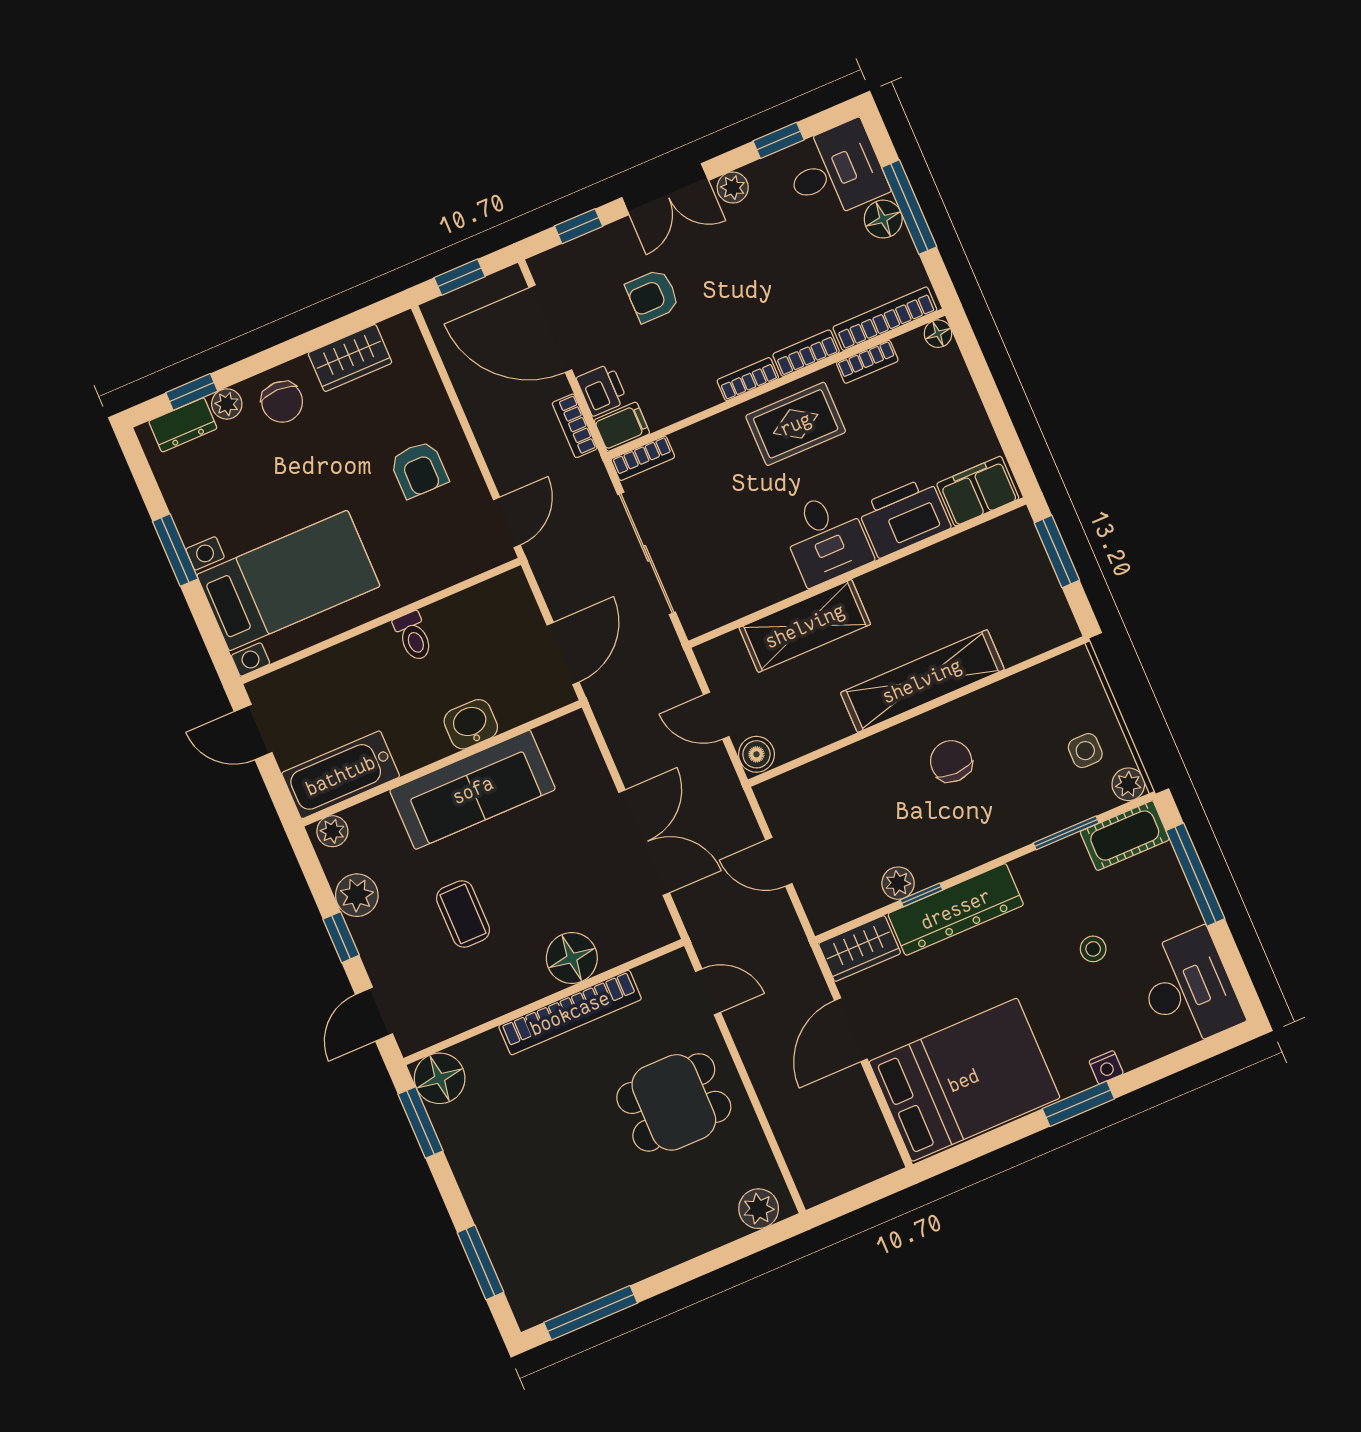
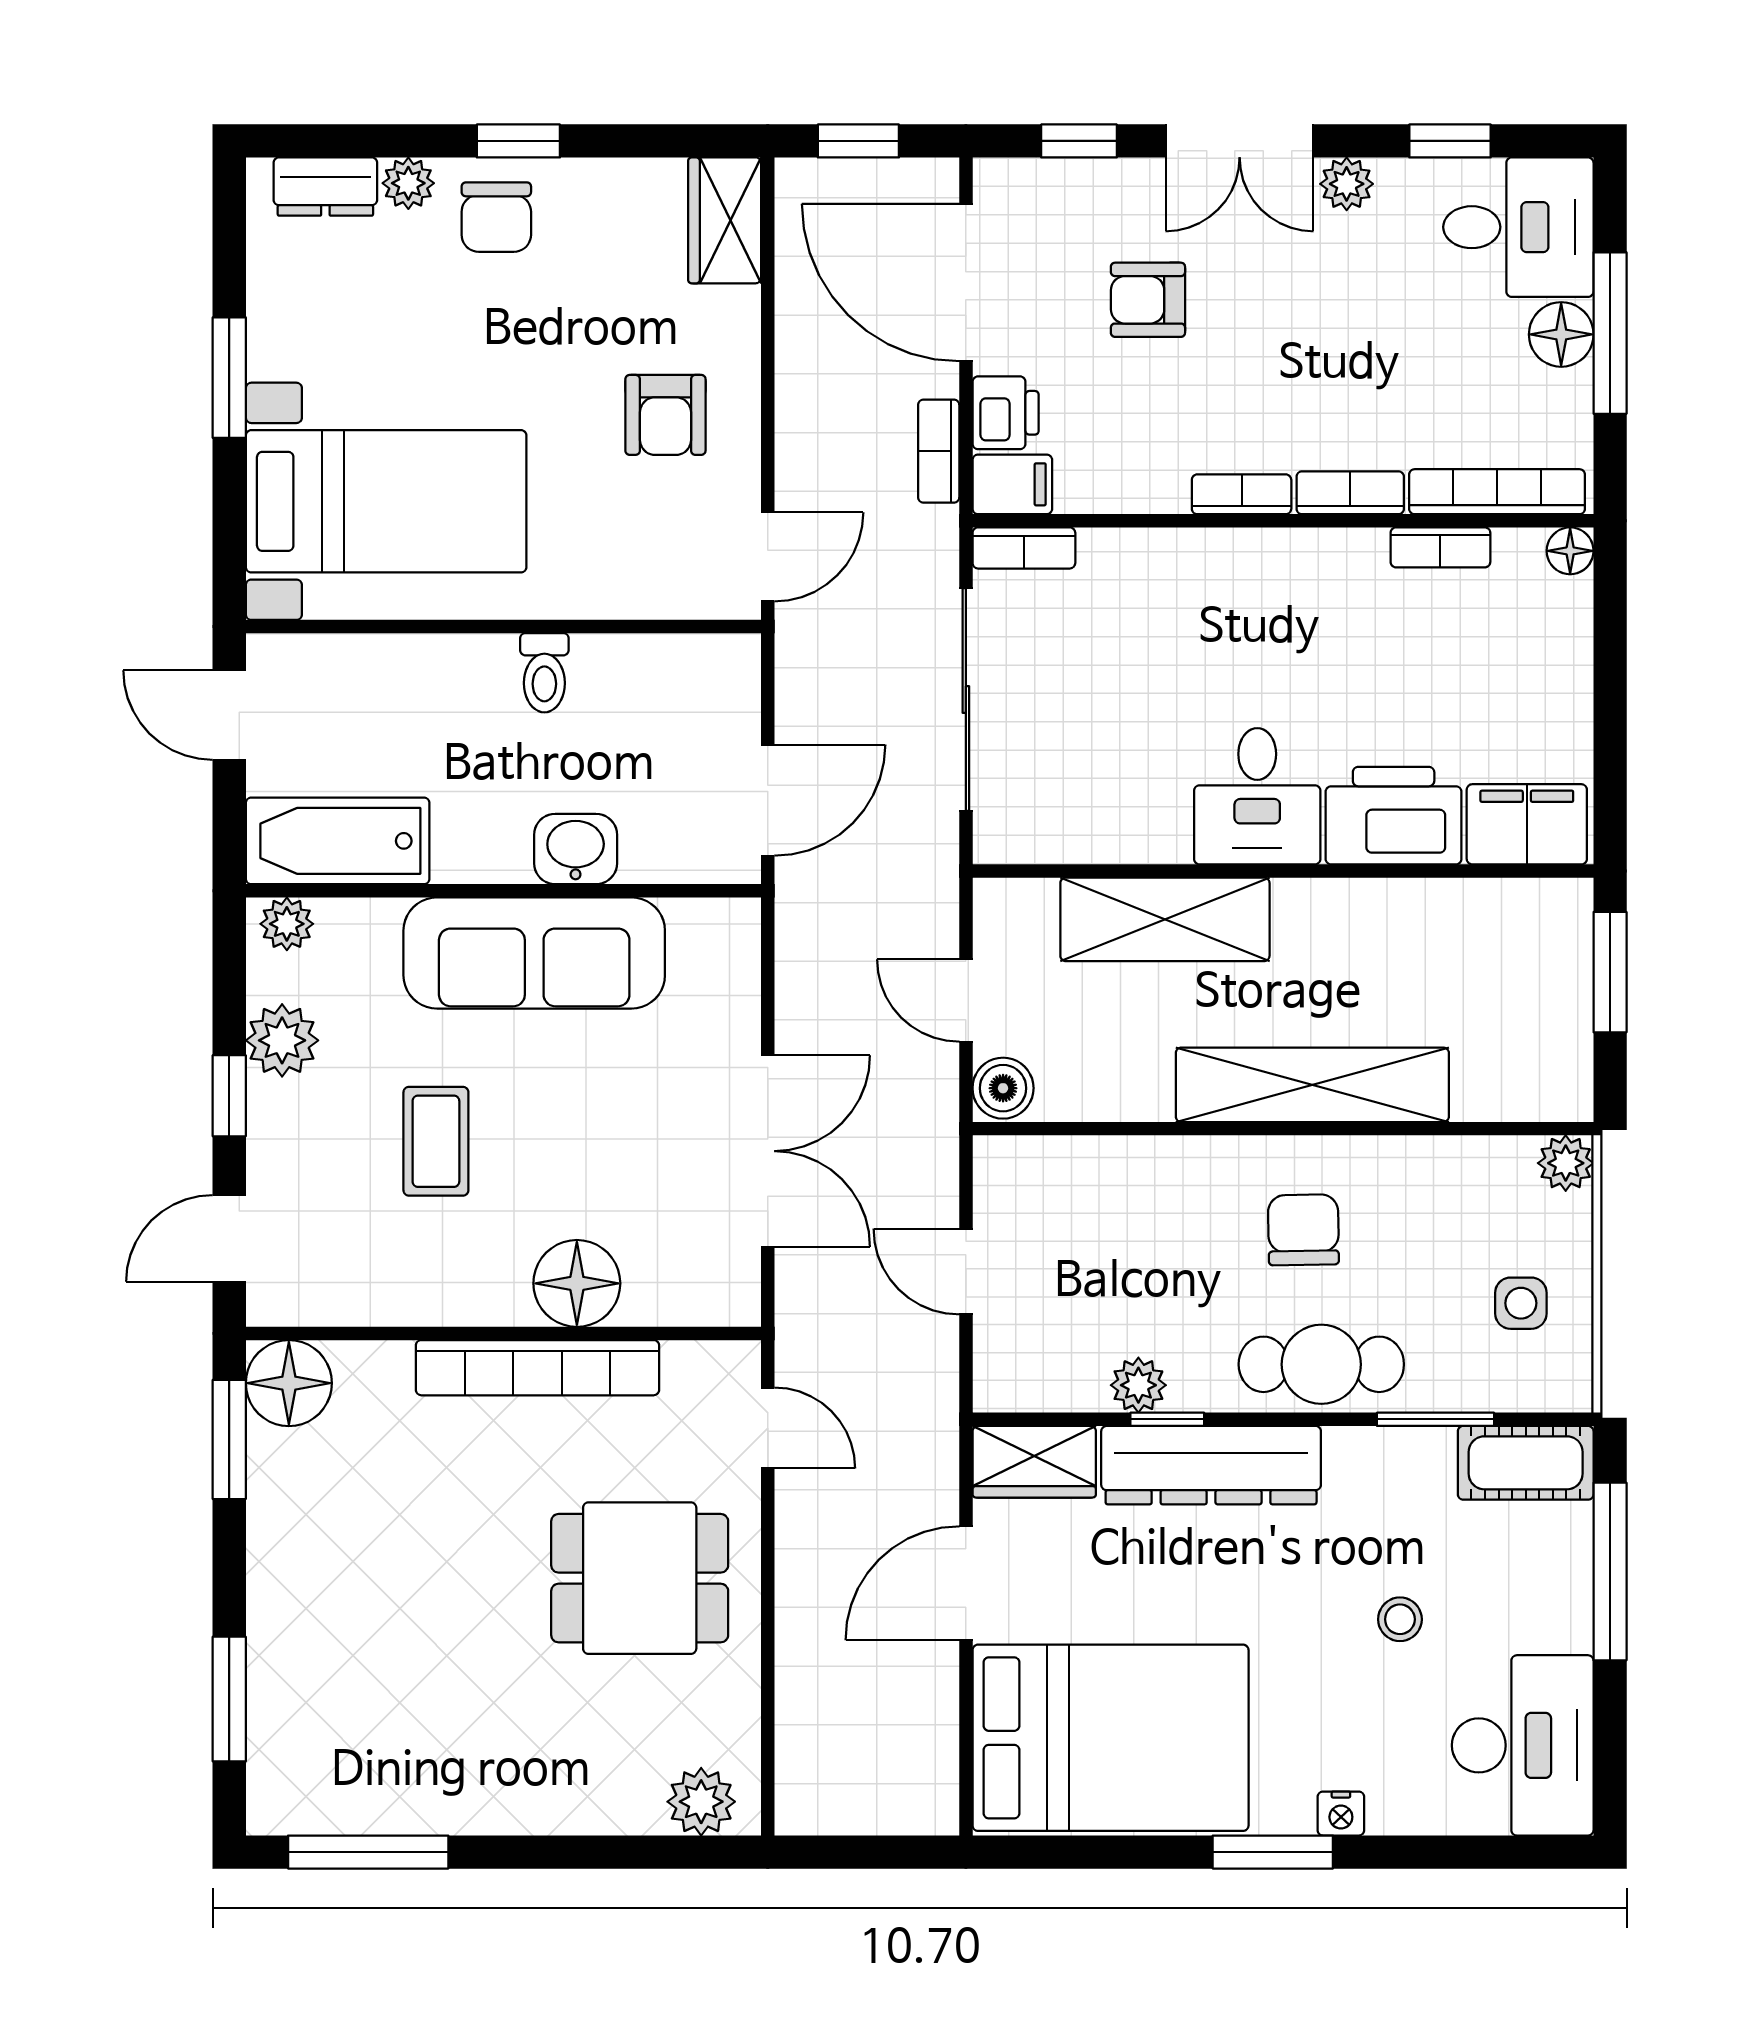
wardrobe: (350, 358) -> (725, 220), moved, turned 90
window: (192, 392) -> (518, 141), moved
rug: (796, 424) -> (1286, 597), removed
plant: (1128, 784) -> (1566, 1163), moved
cafe table: (992, 830) -> (1321, 1364), added

